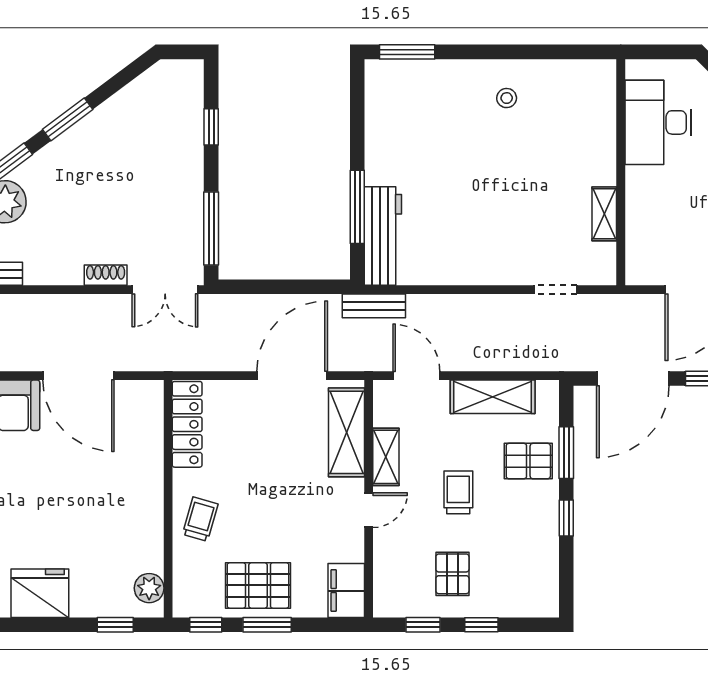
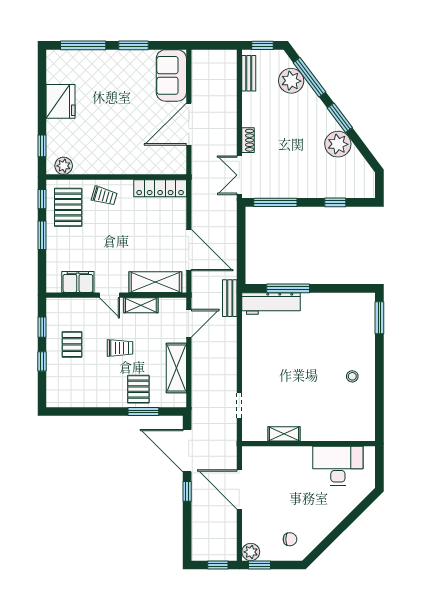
plant: (112, 122) -> (338, 144), added
window: (566, 518) -> (105, 411), removed
pallet: (452, 574) -> (72, 344), turned 90
pallet: (258, 585) -> (68, 207), moved
filing cabinet: (346, 591) -> (78, 282), moved

